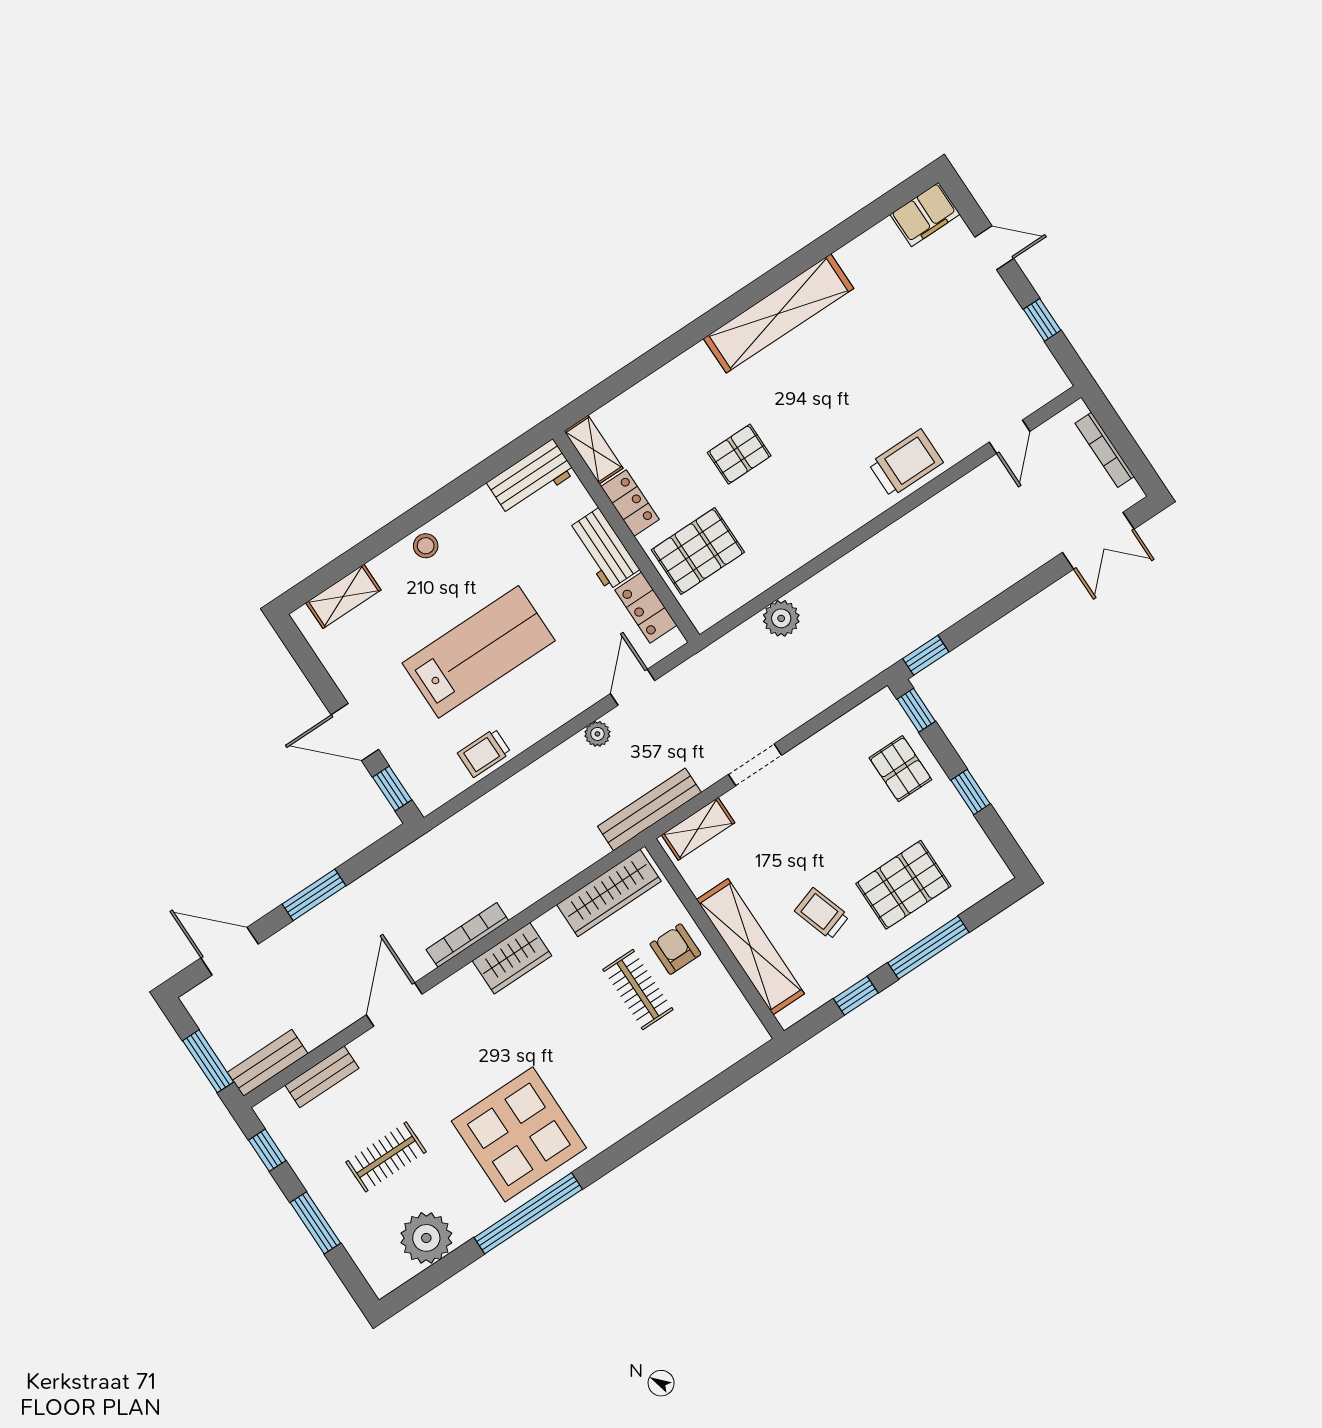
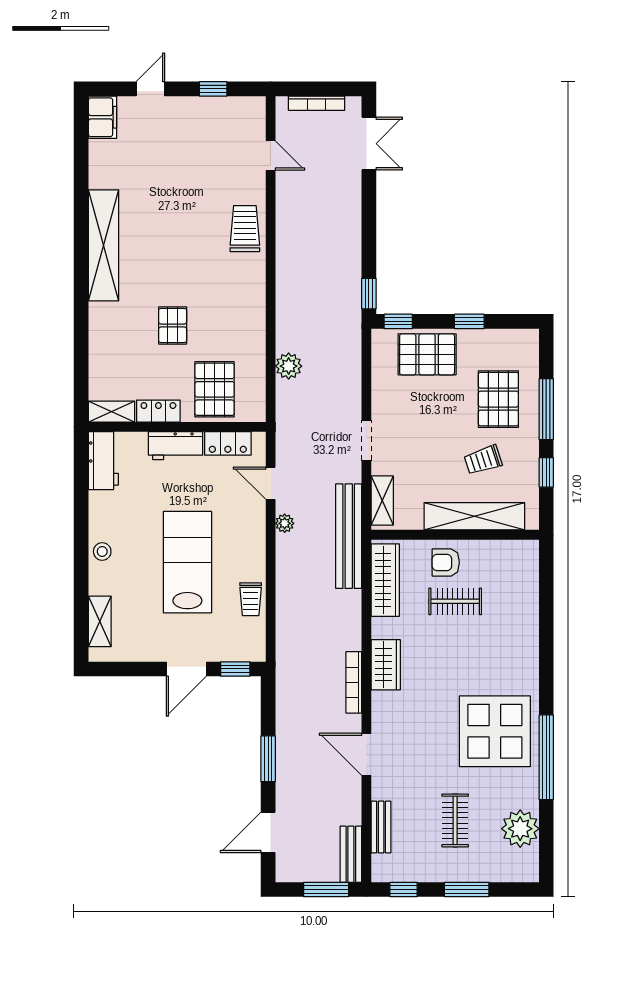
pallet: (900, 769) -> (427, 354), width x1.50, depth x1.42
bench: (649, 809) -> (349, 536), width x1.37, depth x1.21

